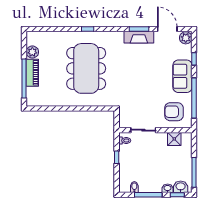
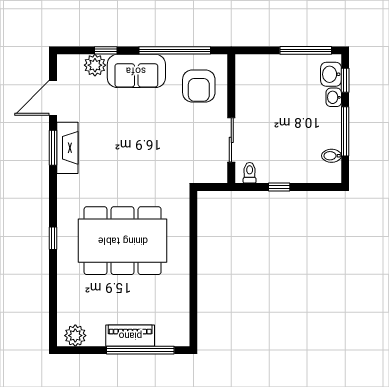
plant: (186, 38) -> (95, 65), moved
plant: (32, 52) -> (75, 336), moved
shower: (174, 139) -> (247, 85), removed

